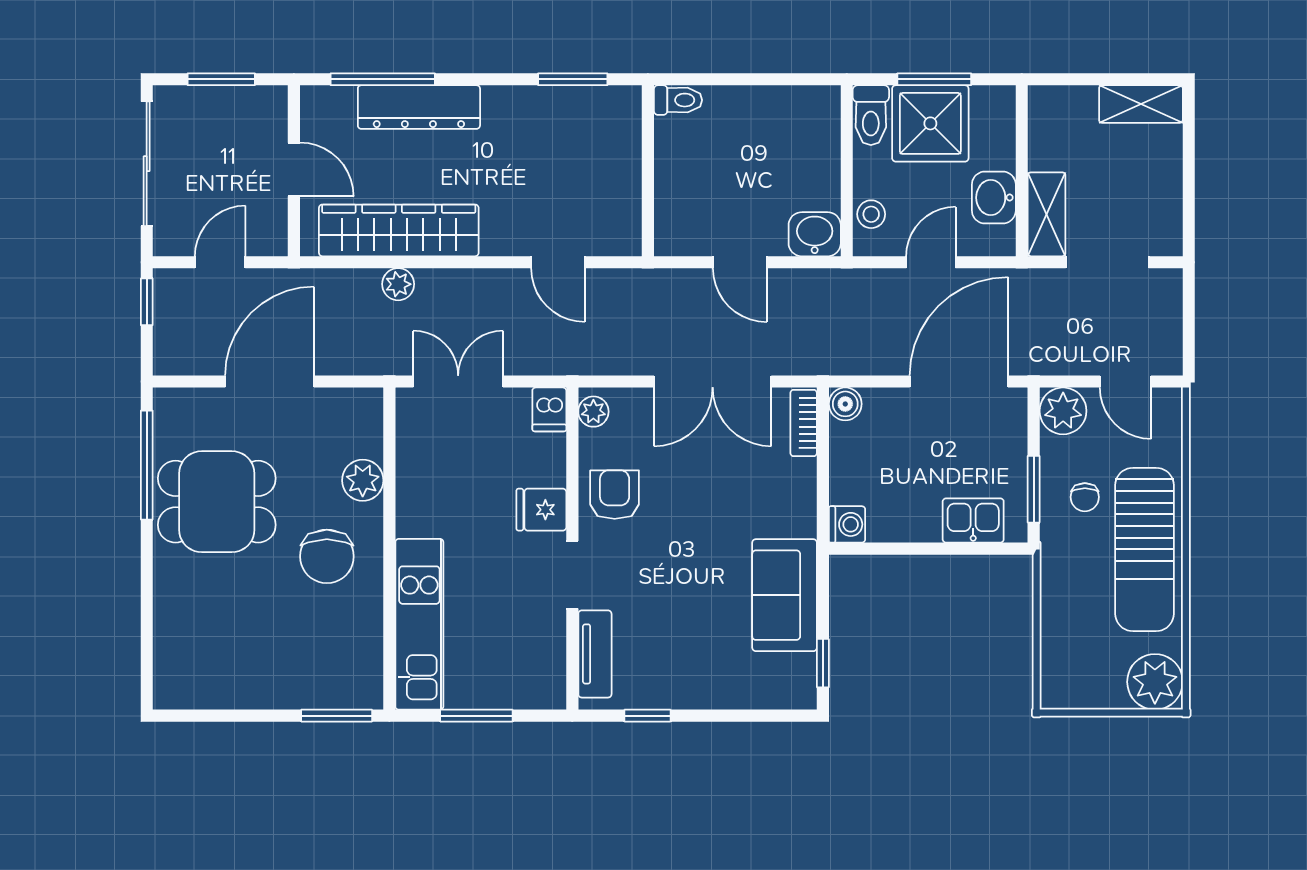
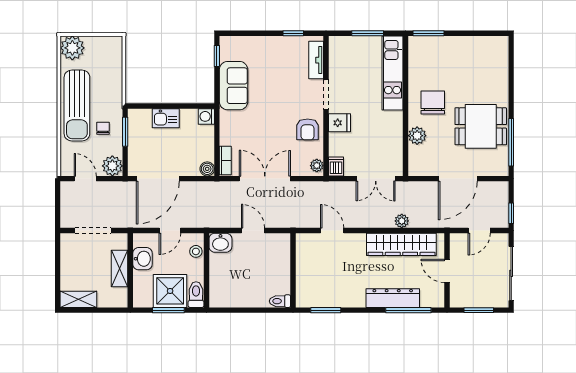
shelving: (1047, 214) -> (120, 269), moved
kitchen sink: (973, 520) -> (166, 118), moved
sun lounger: (1145, 549) -> (77, 106), turned 180

